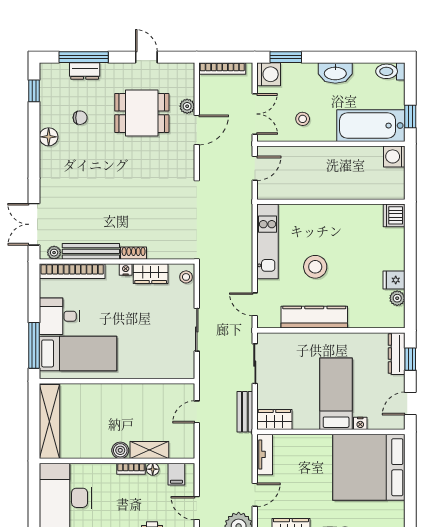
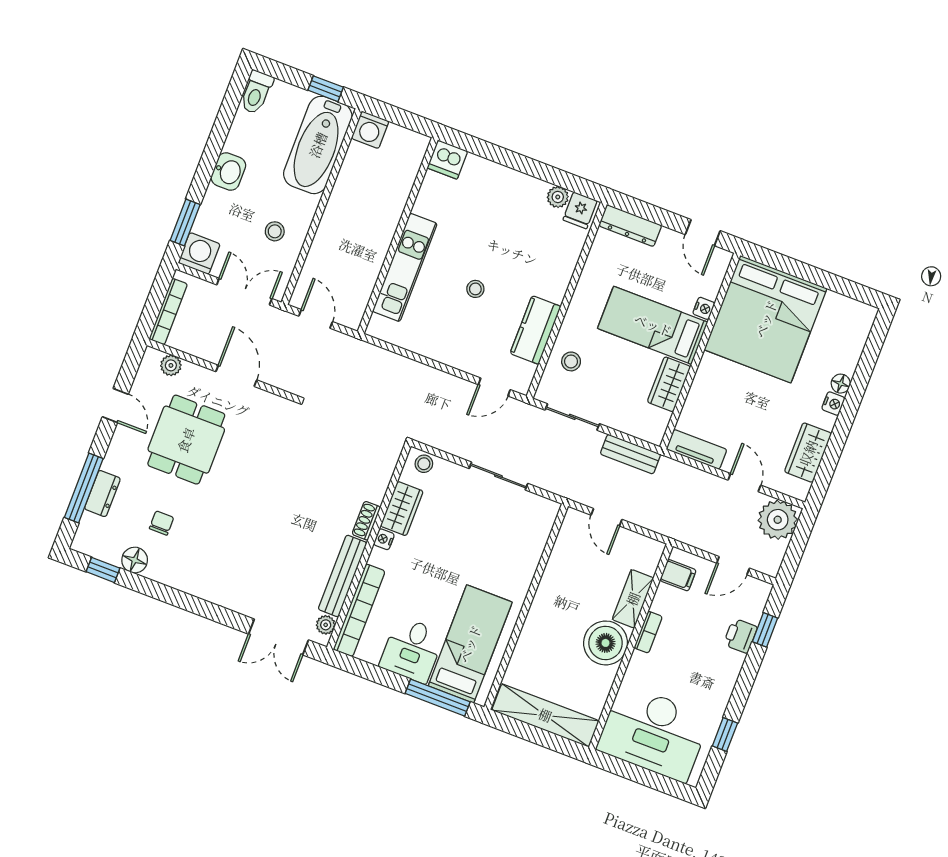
door: (146, 57) -> (115, 405), swing flipped
washbasin: (335, 73) -> (228, 171), width x0.72
plant: (187, 106) -> (171, 365), moved
floor lamp: (49, 137) -> (135, 560), moved
kitchen unit: (268, 241) -> (405, 267), moved, turned 90
stool: (315, 267) -> (475, 289), width x0.53, depth x0.53
fridge: (394, 280) -> (580, 210), moved
kitchen counter: (314, 317) -> (536, 330), width x0.67
stool: (291, 349) -> (571, 361), added
window: (410, 359) -> (644, 210), removed
wardrobe: (274, 420) -> (669, 384), moved
boiler: (120, 450) -> (606, 643), width x1.86, depth x1.86
floor lamp: (153, 469) -> (660, 604), removed

